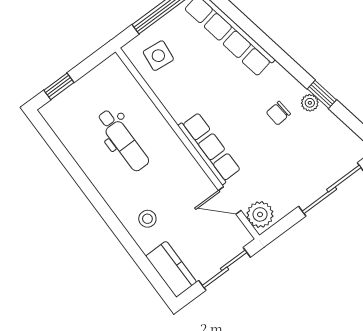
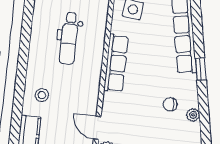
window: (322, 94) -> (201, 69), moved
row of seats: (209, 148) -> (116, 63), moved

